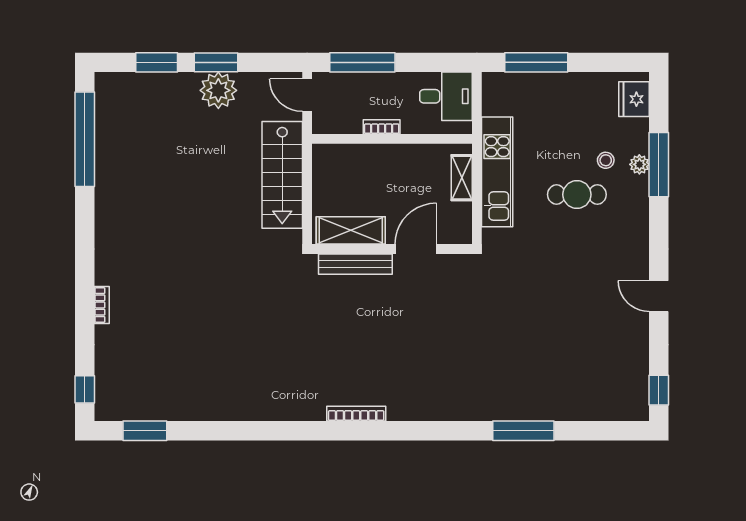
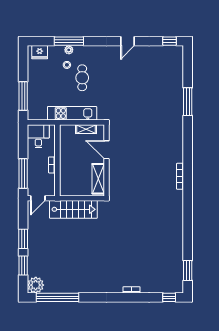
plant: (218, 90) -> (36, 285), moved
shelving: (462, 178) -> (86, 129), moved
bench: (355, 264) -> (113, 177), removed

